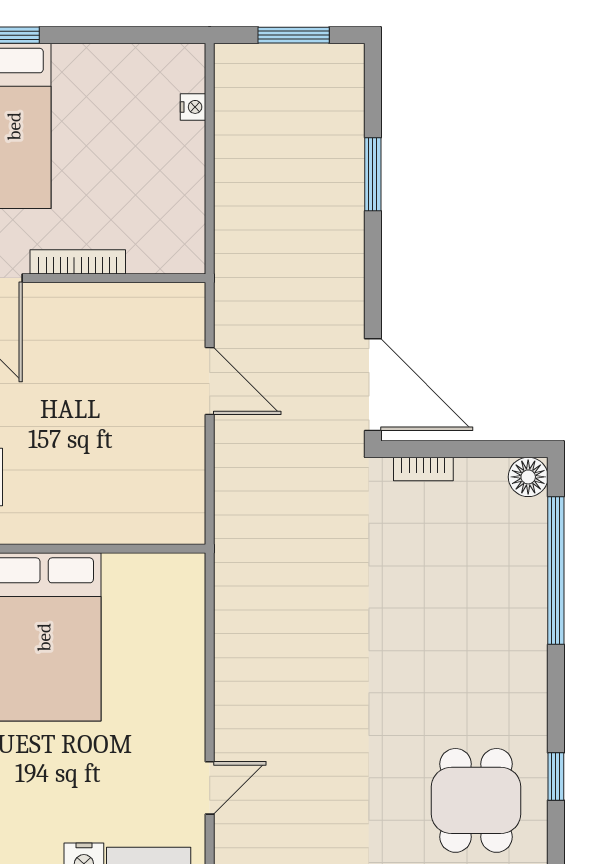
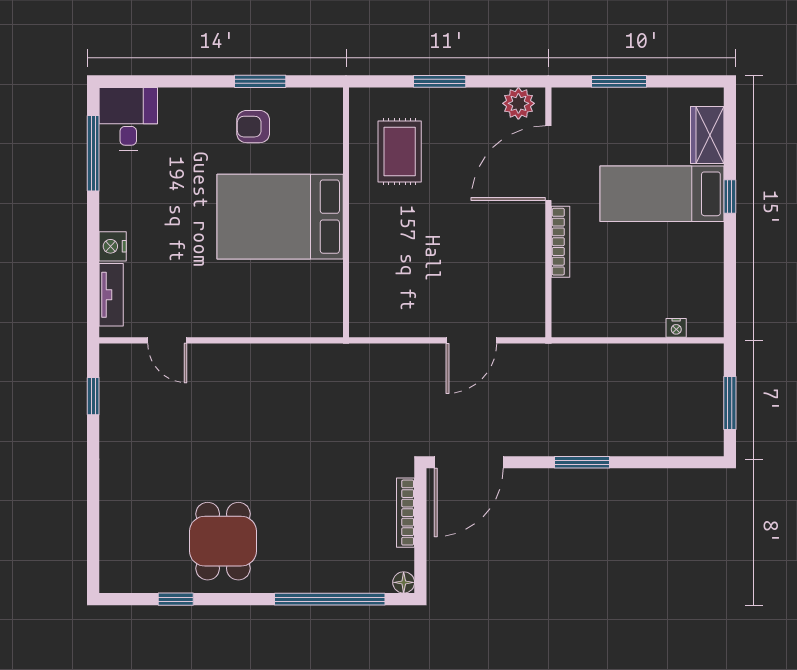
window: (373, 174) -> (582, 462), moved
bookcase: (423, 469) -> (406, 513), width x1.56
floor lamp: (528, 477) -> (404, 582), width x0.73, depth x0.73
dining table: (476, 800) -> (223, 541), moved, turned 90

